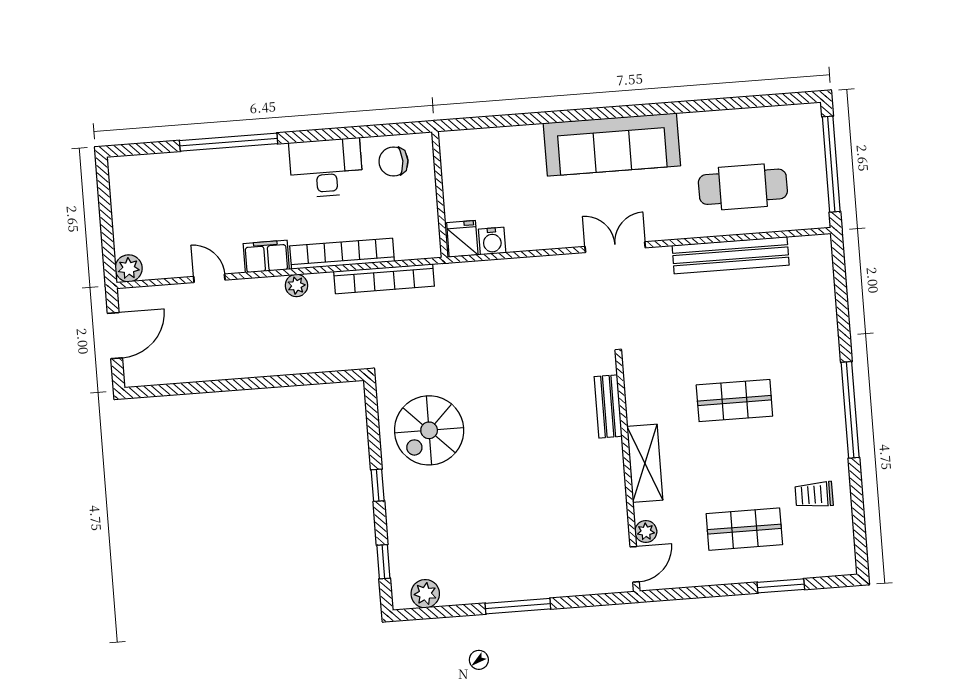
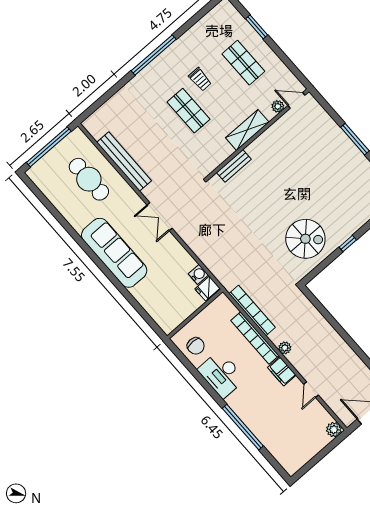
trolley: (814, 495) -> (200, 79), moved

